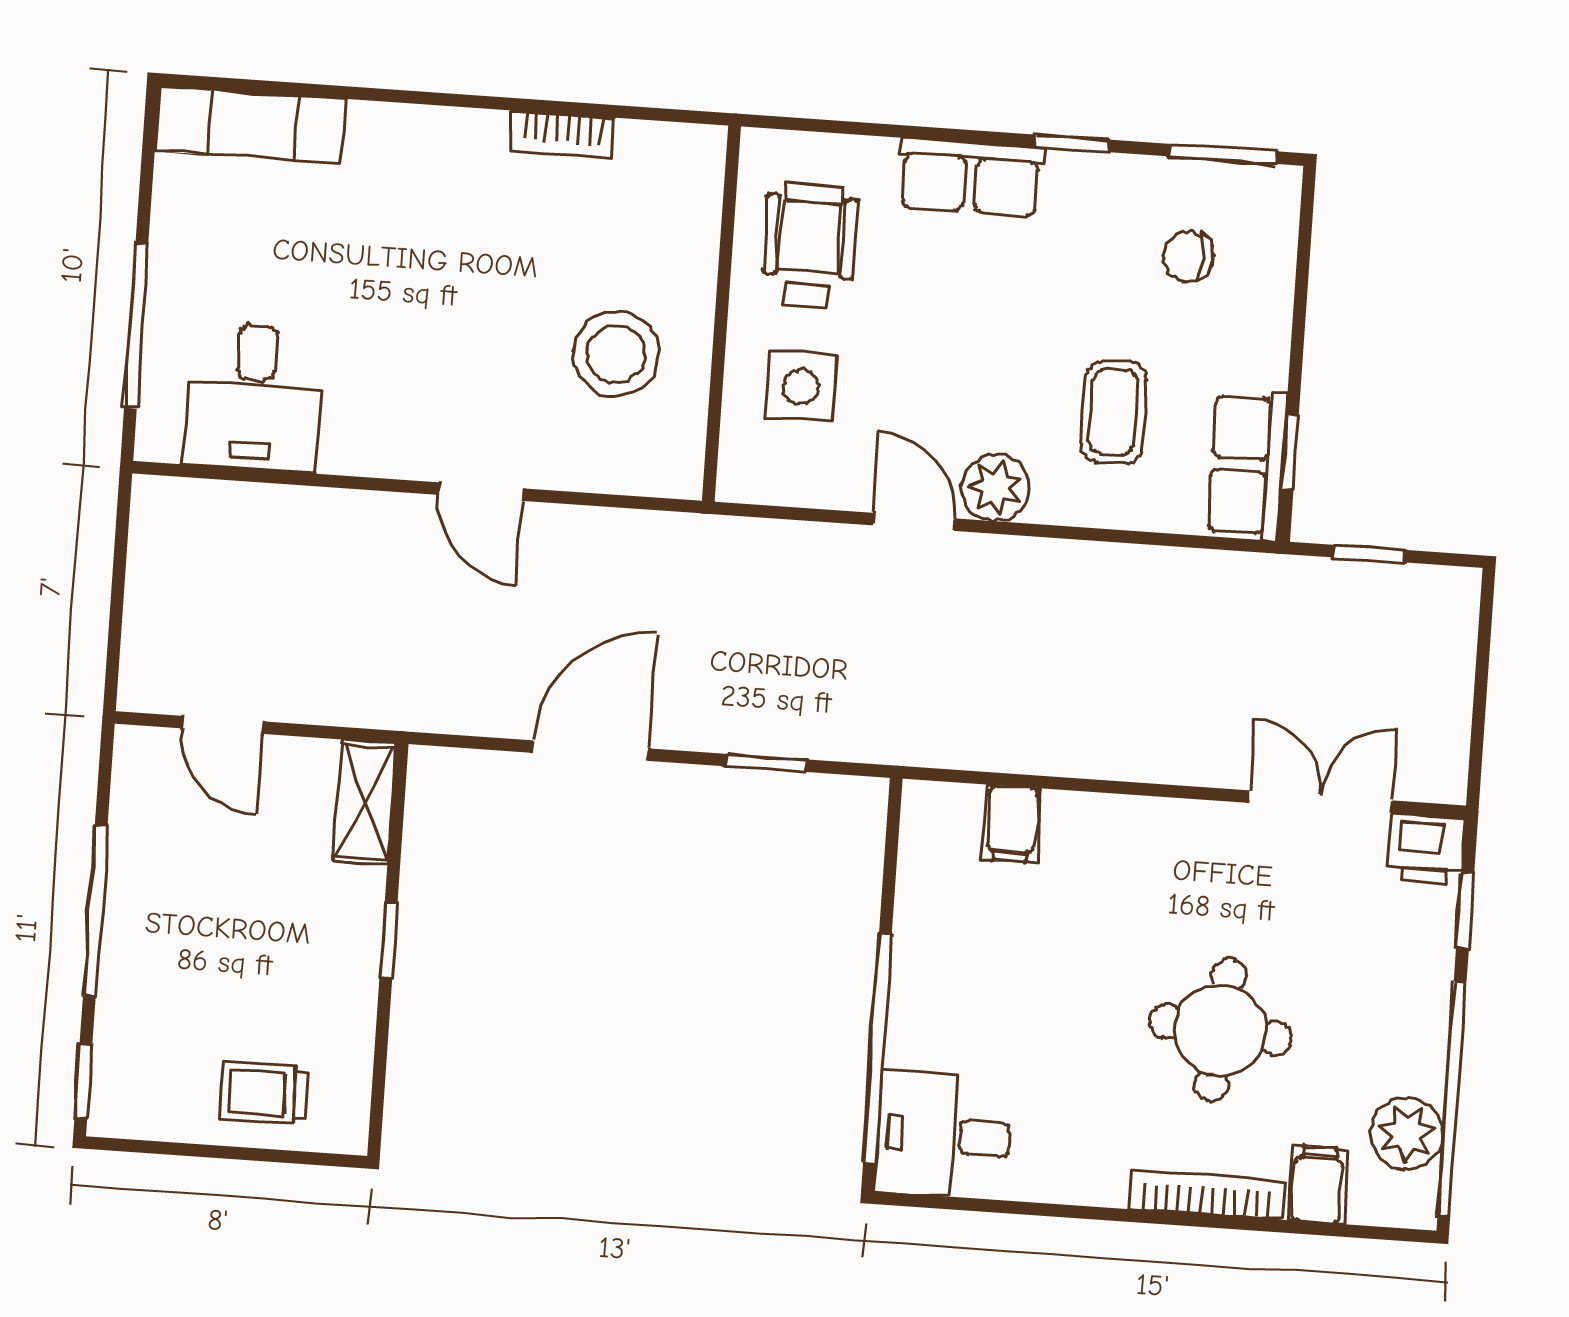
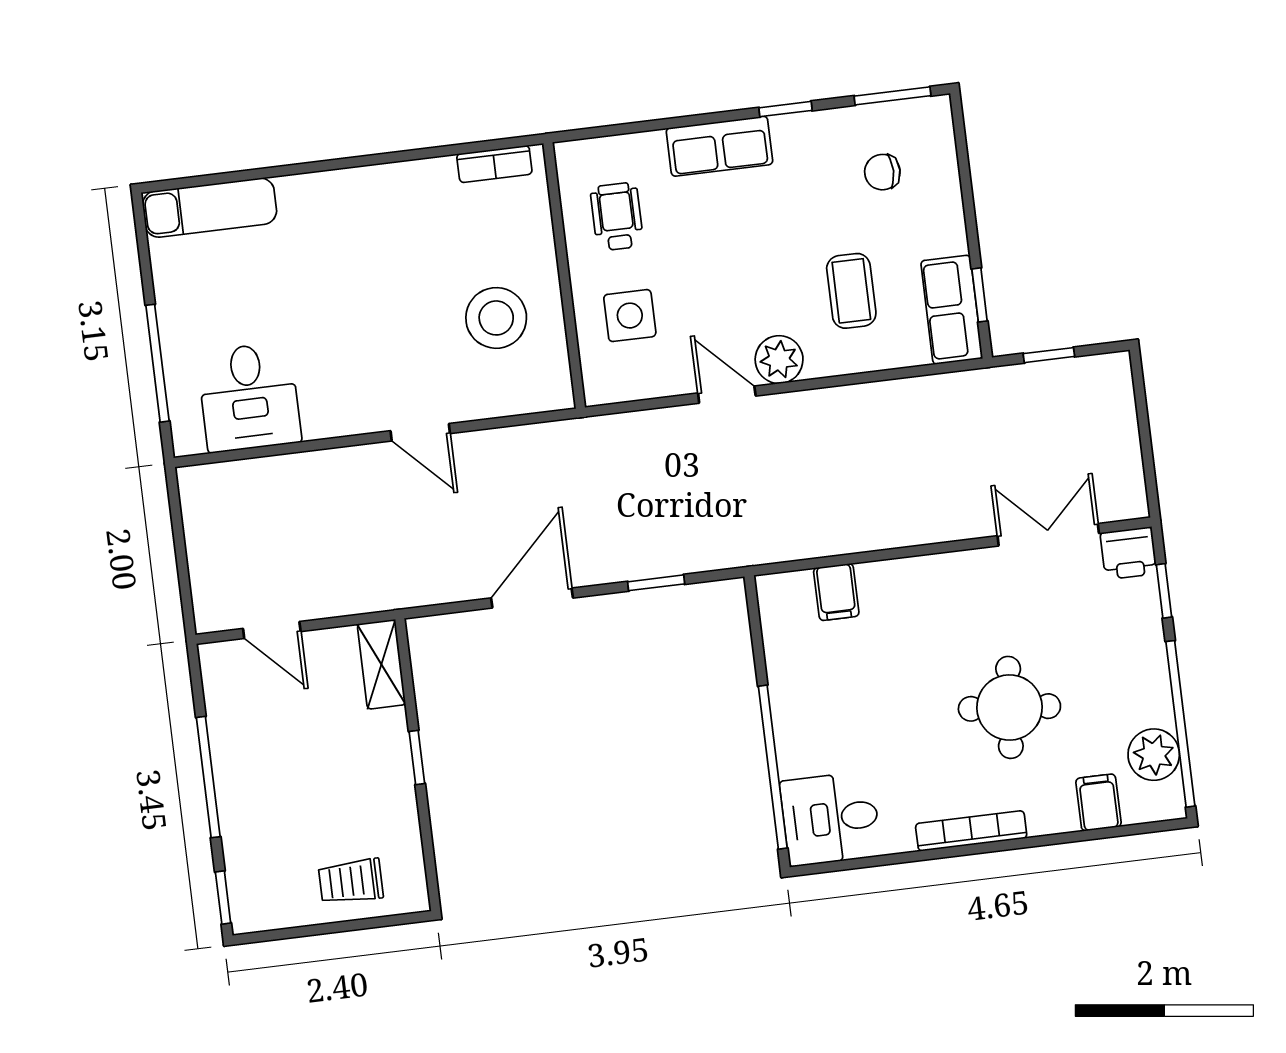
bookcase: (562, 135) -> (494, 164), moved
wheelchair: (810, 247) -> (617, 217), width x0.73, depth x0.73
bookcase: (1207, 1195) -> (971, 831), moved

